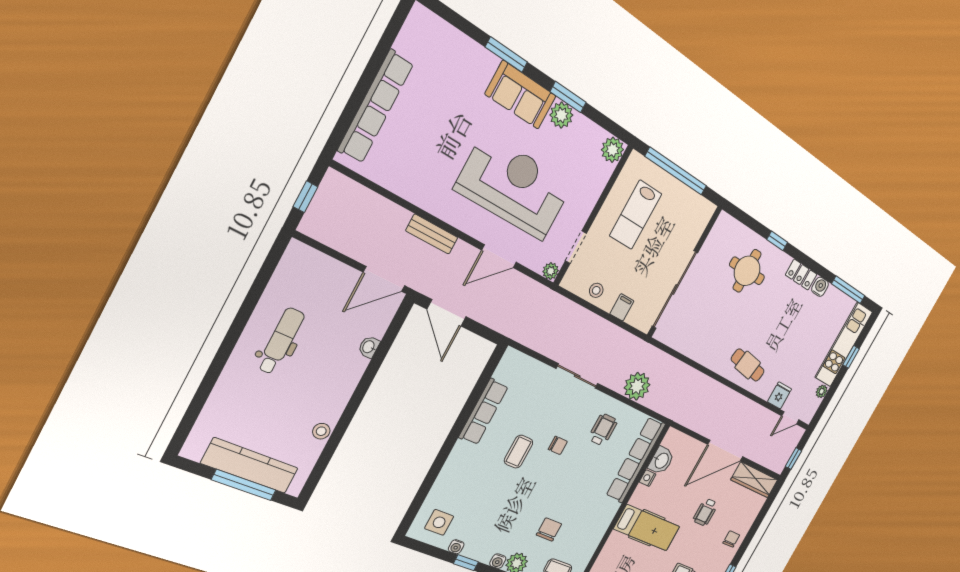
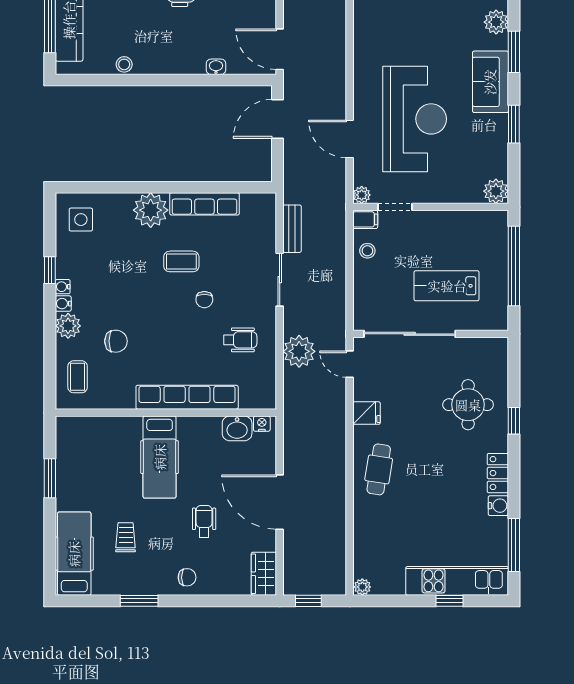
plant: (561, 115) -> (496, 22), moved
lab bench: (636, 215) -> (447, 286), moved
bench: (432, 234) -> (292, 229), moved
filing cabinet: (622, 307) -> (365, 219), moved
plant: (822, 391) -> (362, 587), moved
fridge: (780, 395) -> (367, 413), moved
door: (790, 418) -> (350, 364), moved
plant: (463, 460) -> (151, 210), added
row of seats: (636, 460) -> (187, 397), moved
nightstand: (648, 478) -> (262, 424), moved
wardrobe: (754, 480) -> (264, 574), width x0.67
wheelchair: (705, 512) -> (204, 521), turned 90
water cooler: (456, 547) -> (63, 287), moved

